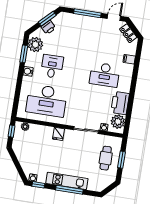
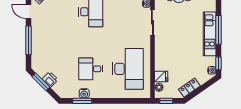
plant: (35, 45) -> (70, 90), removed
water cooler: (28, 71) -> (84, 93), moved
fridge: (58, 134) -> (161, 76), moved
locker: (20, 155) -> (189, 88), added

